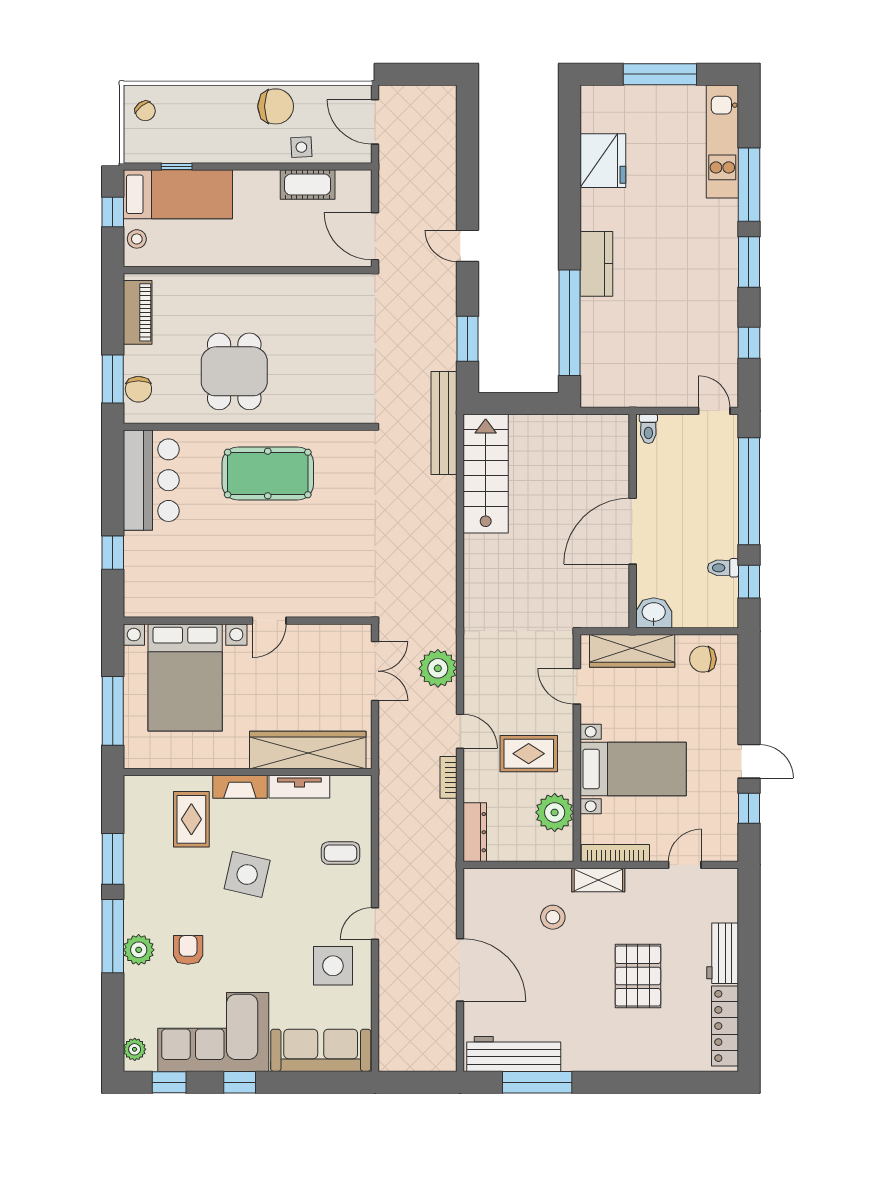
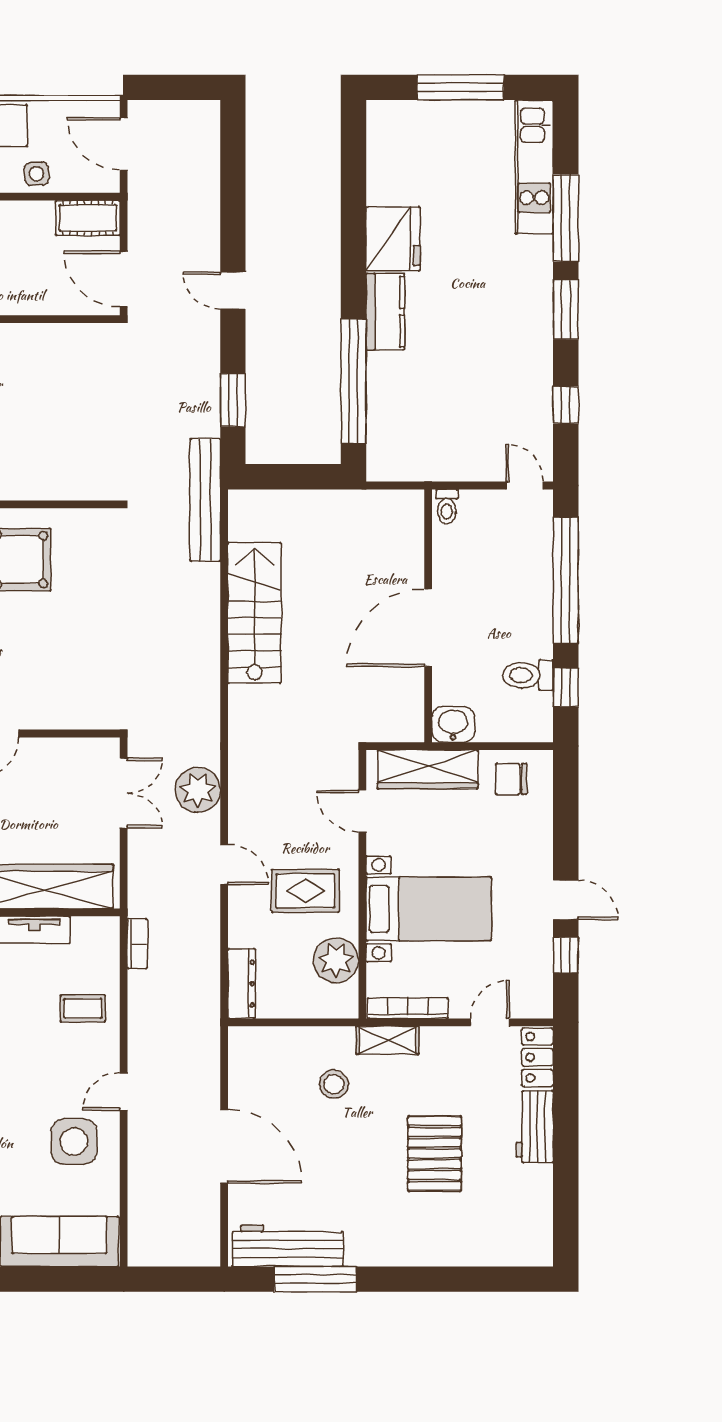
fridge: (603, 161) -> (393, 239), moved
cot: (308, 185) -> (88, 218), moved
stairs: (486, 474) -> (254, 613), moved
toilet: (723, 568) -> (528, 675), width x1.37, depth x1.39
bookcase: (448, 777) -> (137, 944), moved, turned 180
locker: (725, 1026) -> (537, 1057), moved, width x0.66

